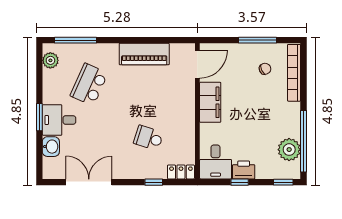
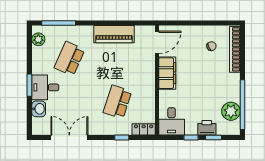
window: (257, 40) -> (205, 23), removed
school desk: (148, 138) -> (117, 102), width x1.85
printer: (244, 170) -> (207, 128), moved
window: (283, 182) -> (214, 138), moved

